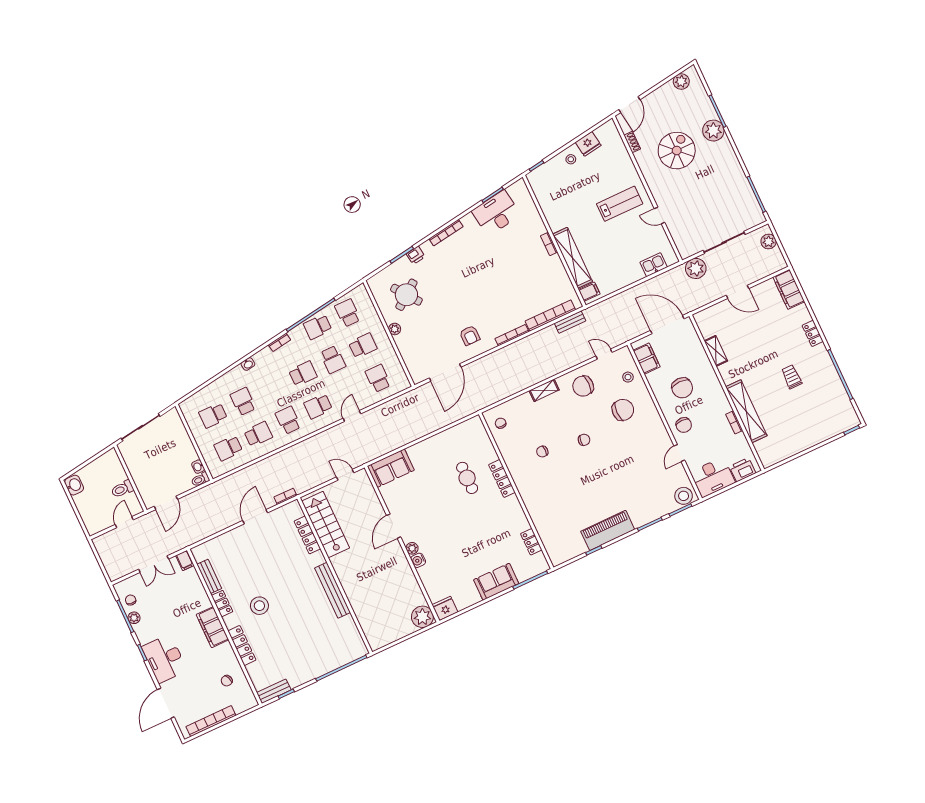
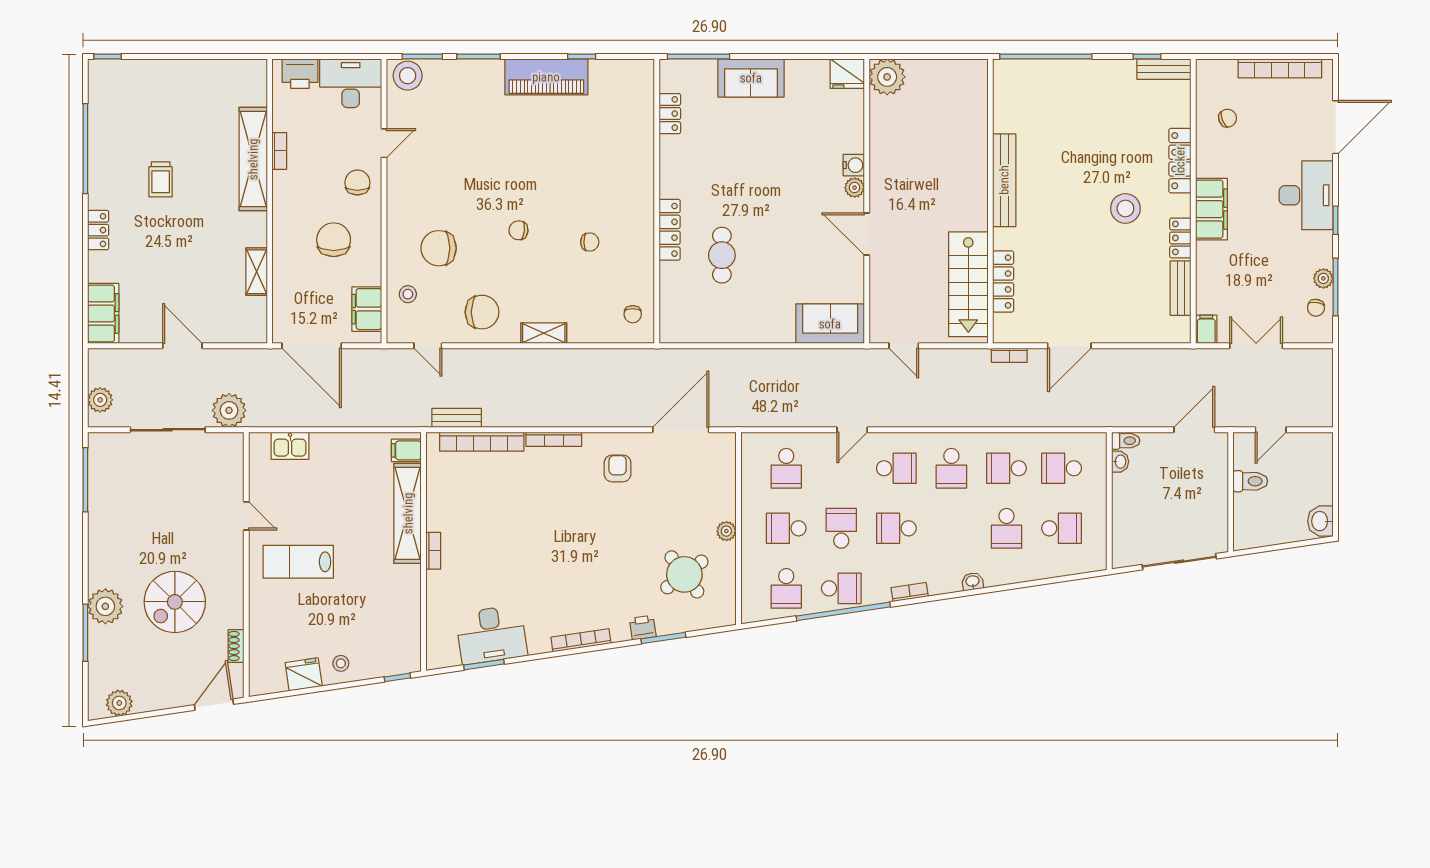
school desk: (228, 448) -> (1062, 468), turned 180
door: (394, 526) -> (867, 234), swing flipped

